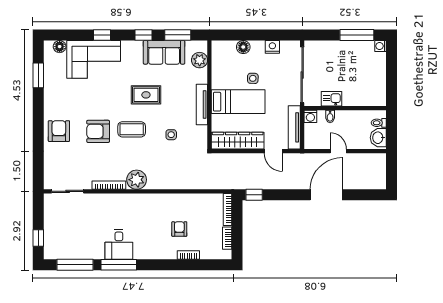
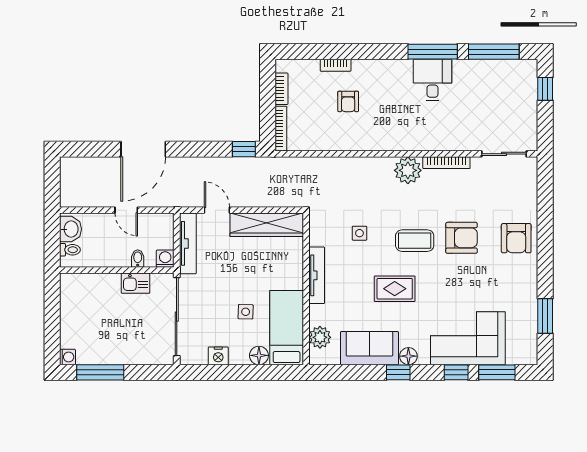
window: (178, 35) -> (497, 372), moved
floor lamp: (60, 47) -> (408, 356), moved
bed: (238, 102) -> (287, 328), moved, turned 90

